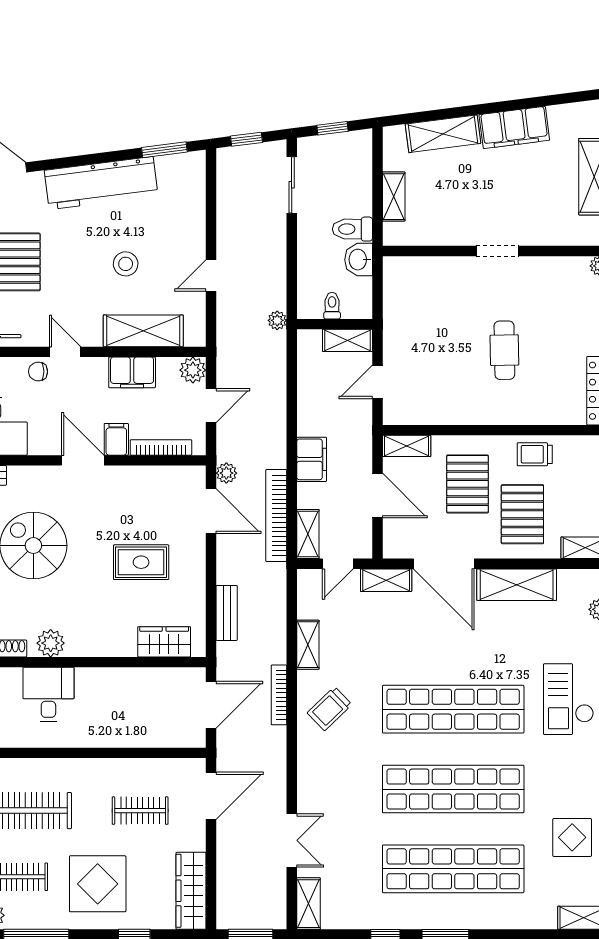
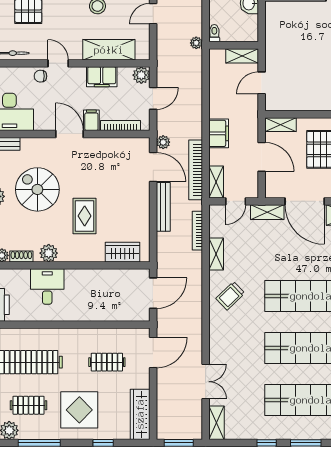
toilet: (332, 306) -> (214, 33), moved
rug: (141, 562) -> (85, 216), moved, turned 90
bench: (227, 613) -> (163, 207), moved, width x1.36
bookcase: (279, 695) -> (197, 231), moved

